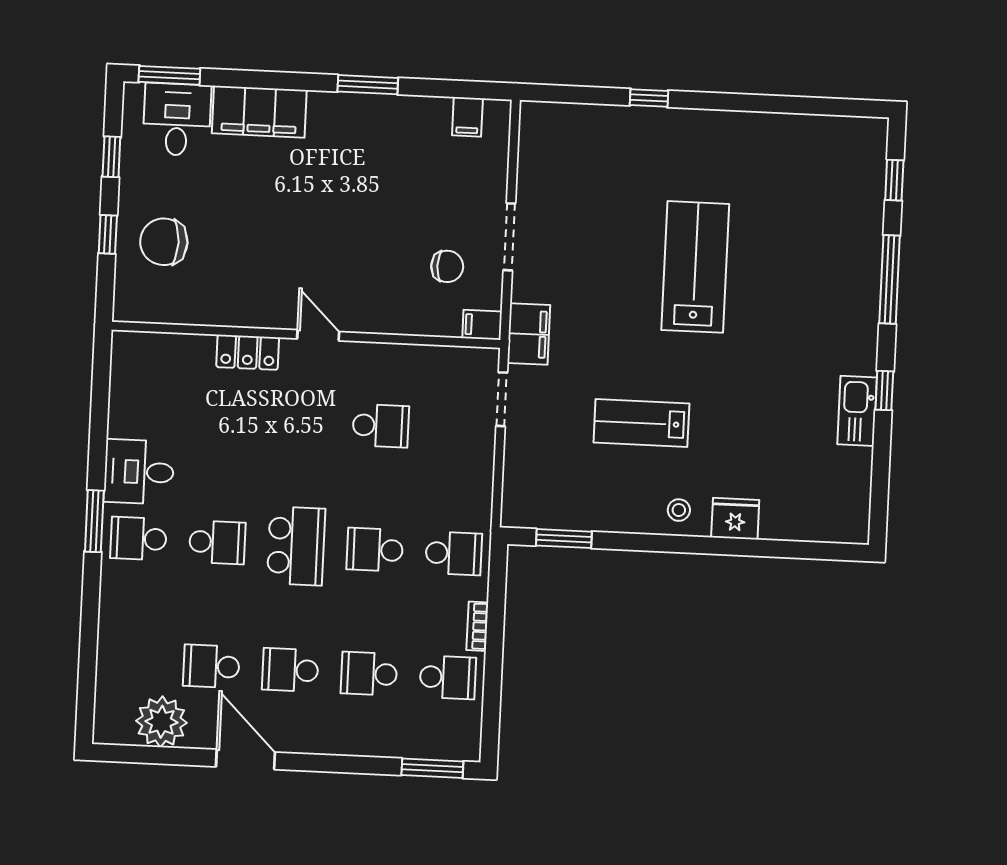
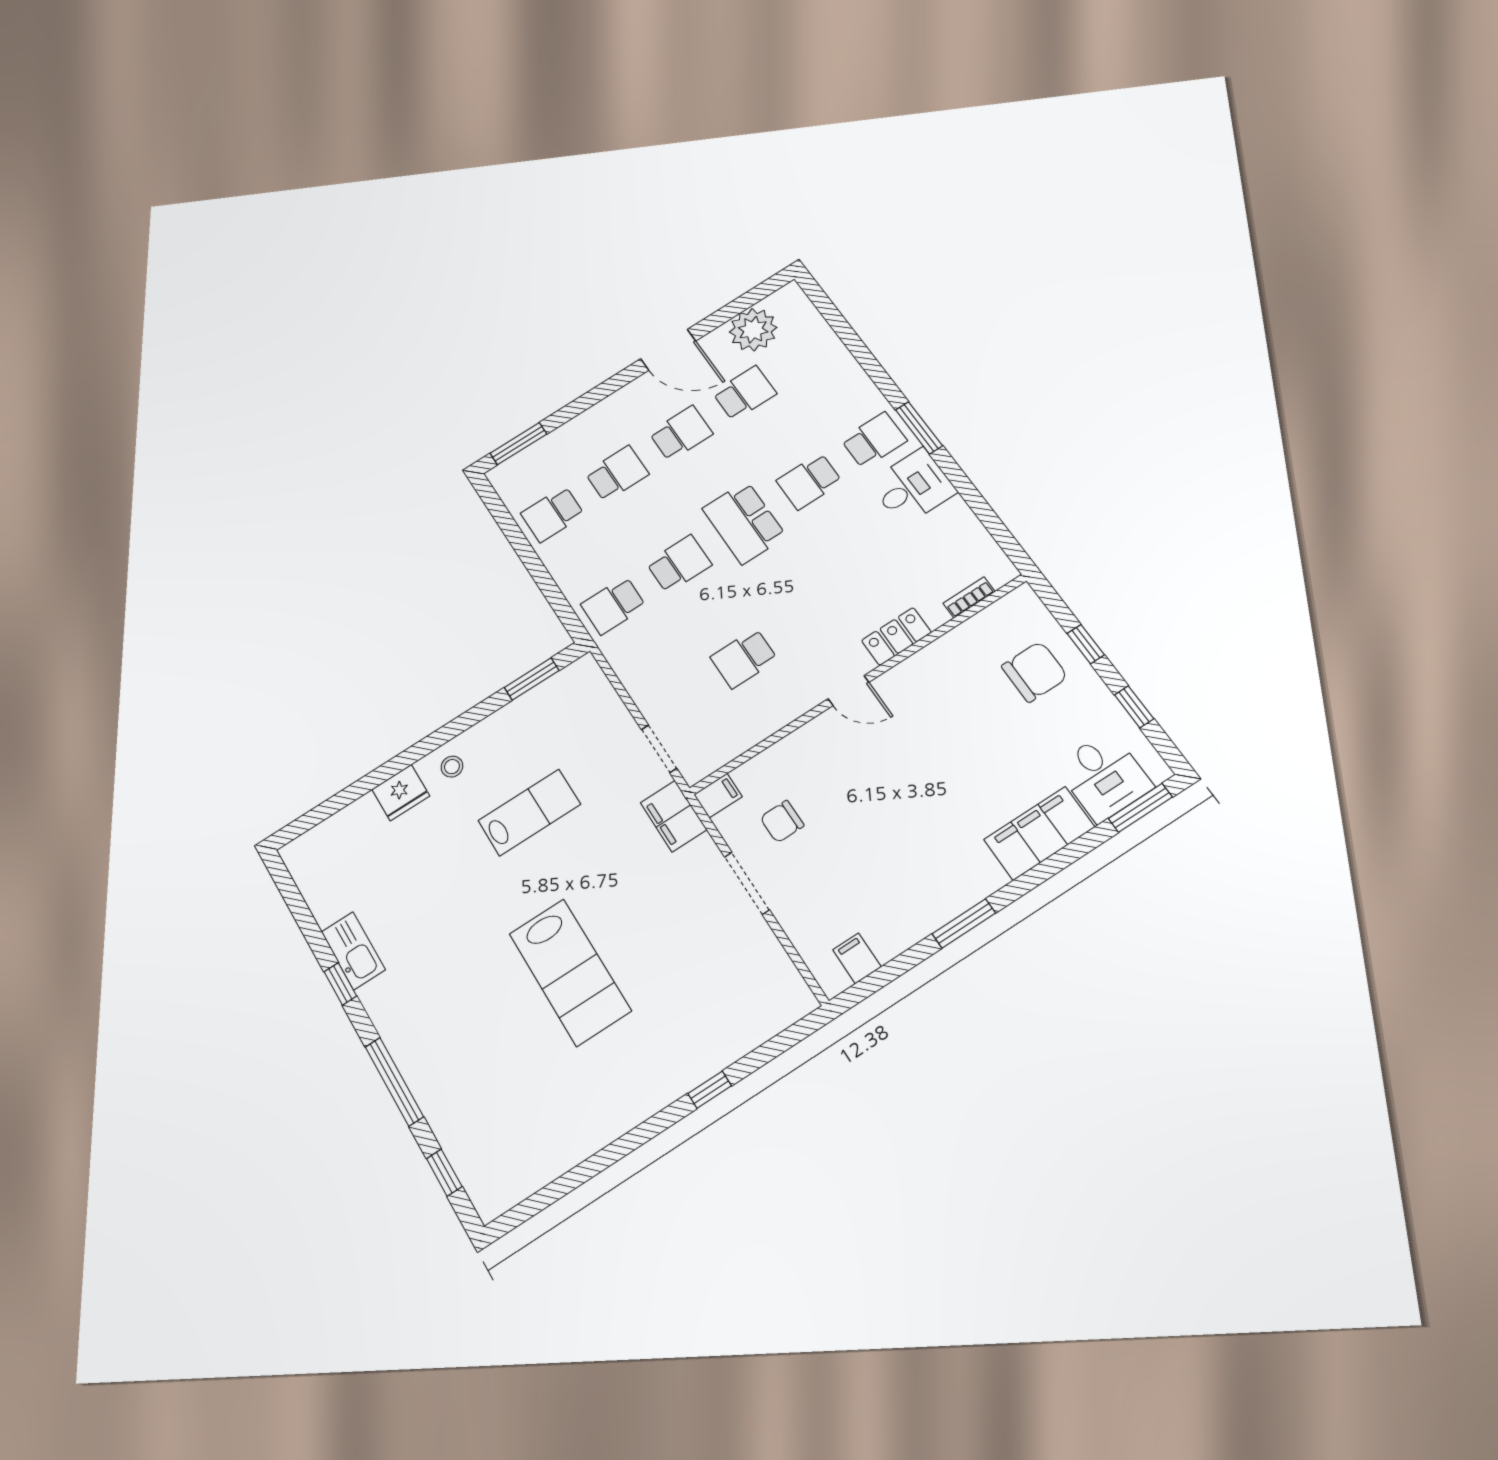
bookcase: (477, 626) -> (969, 597), moved, turned -90

